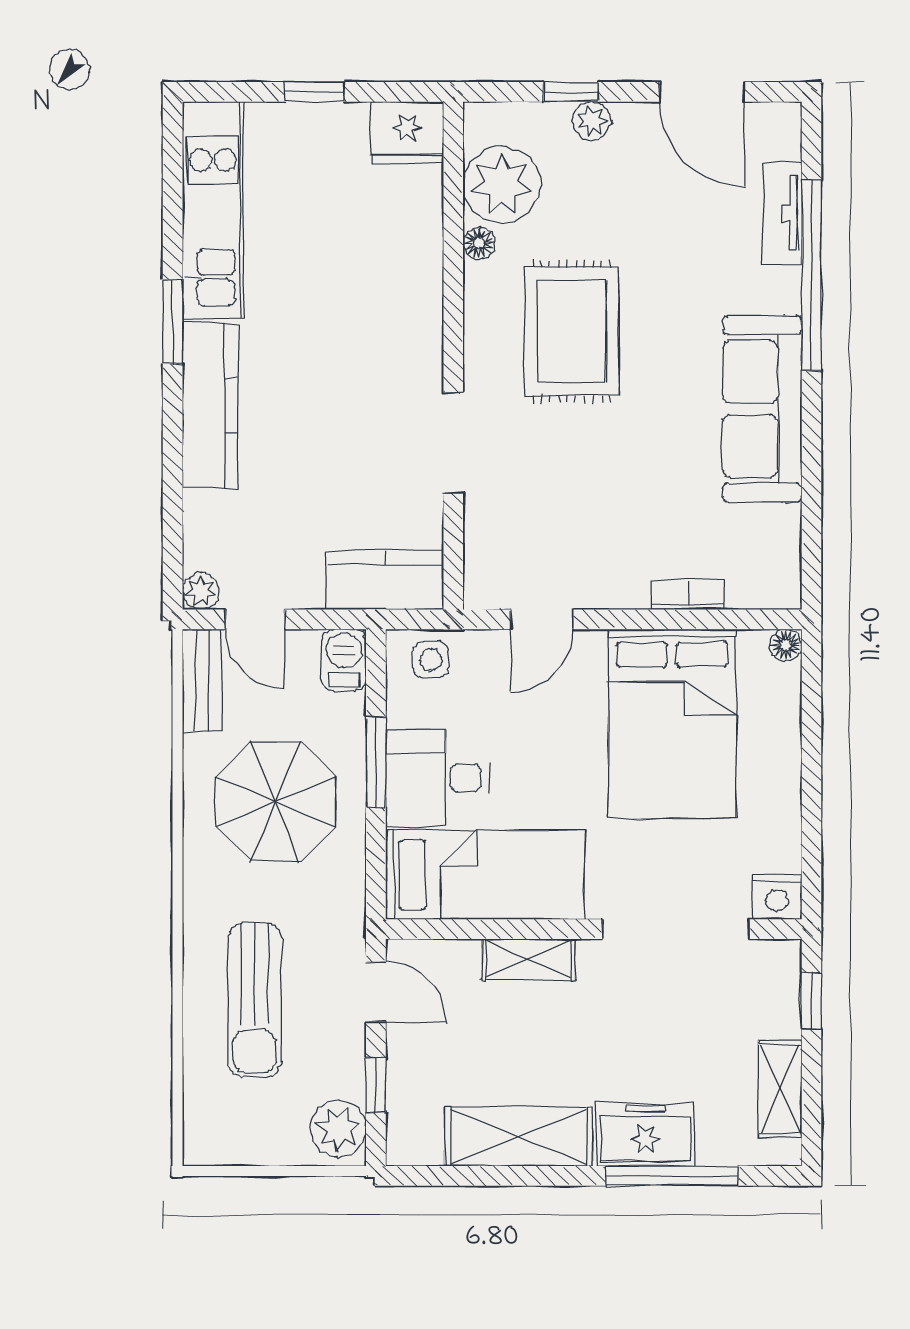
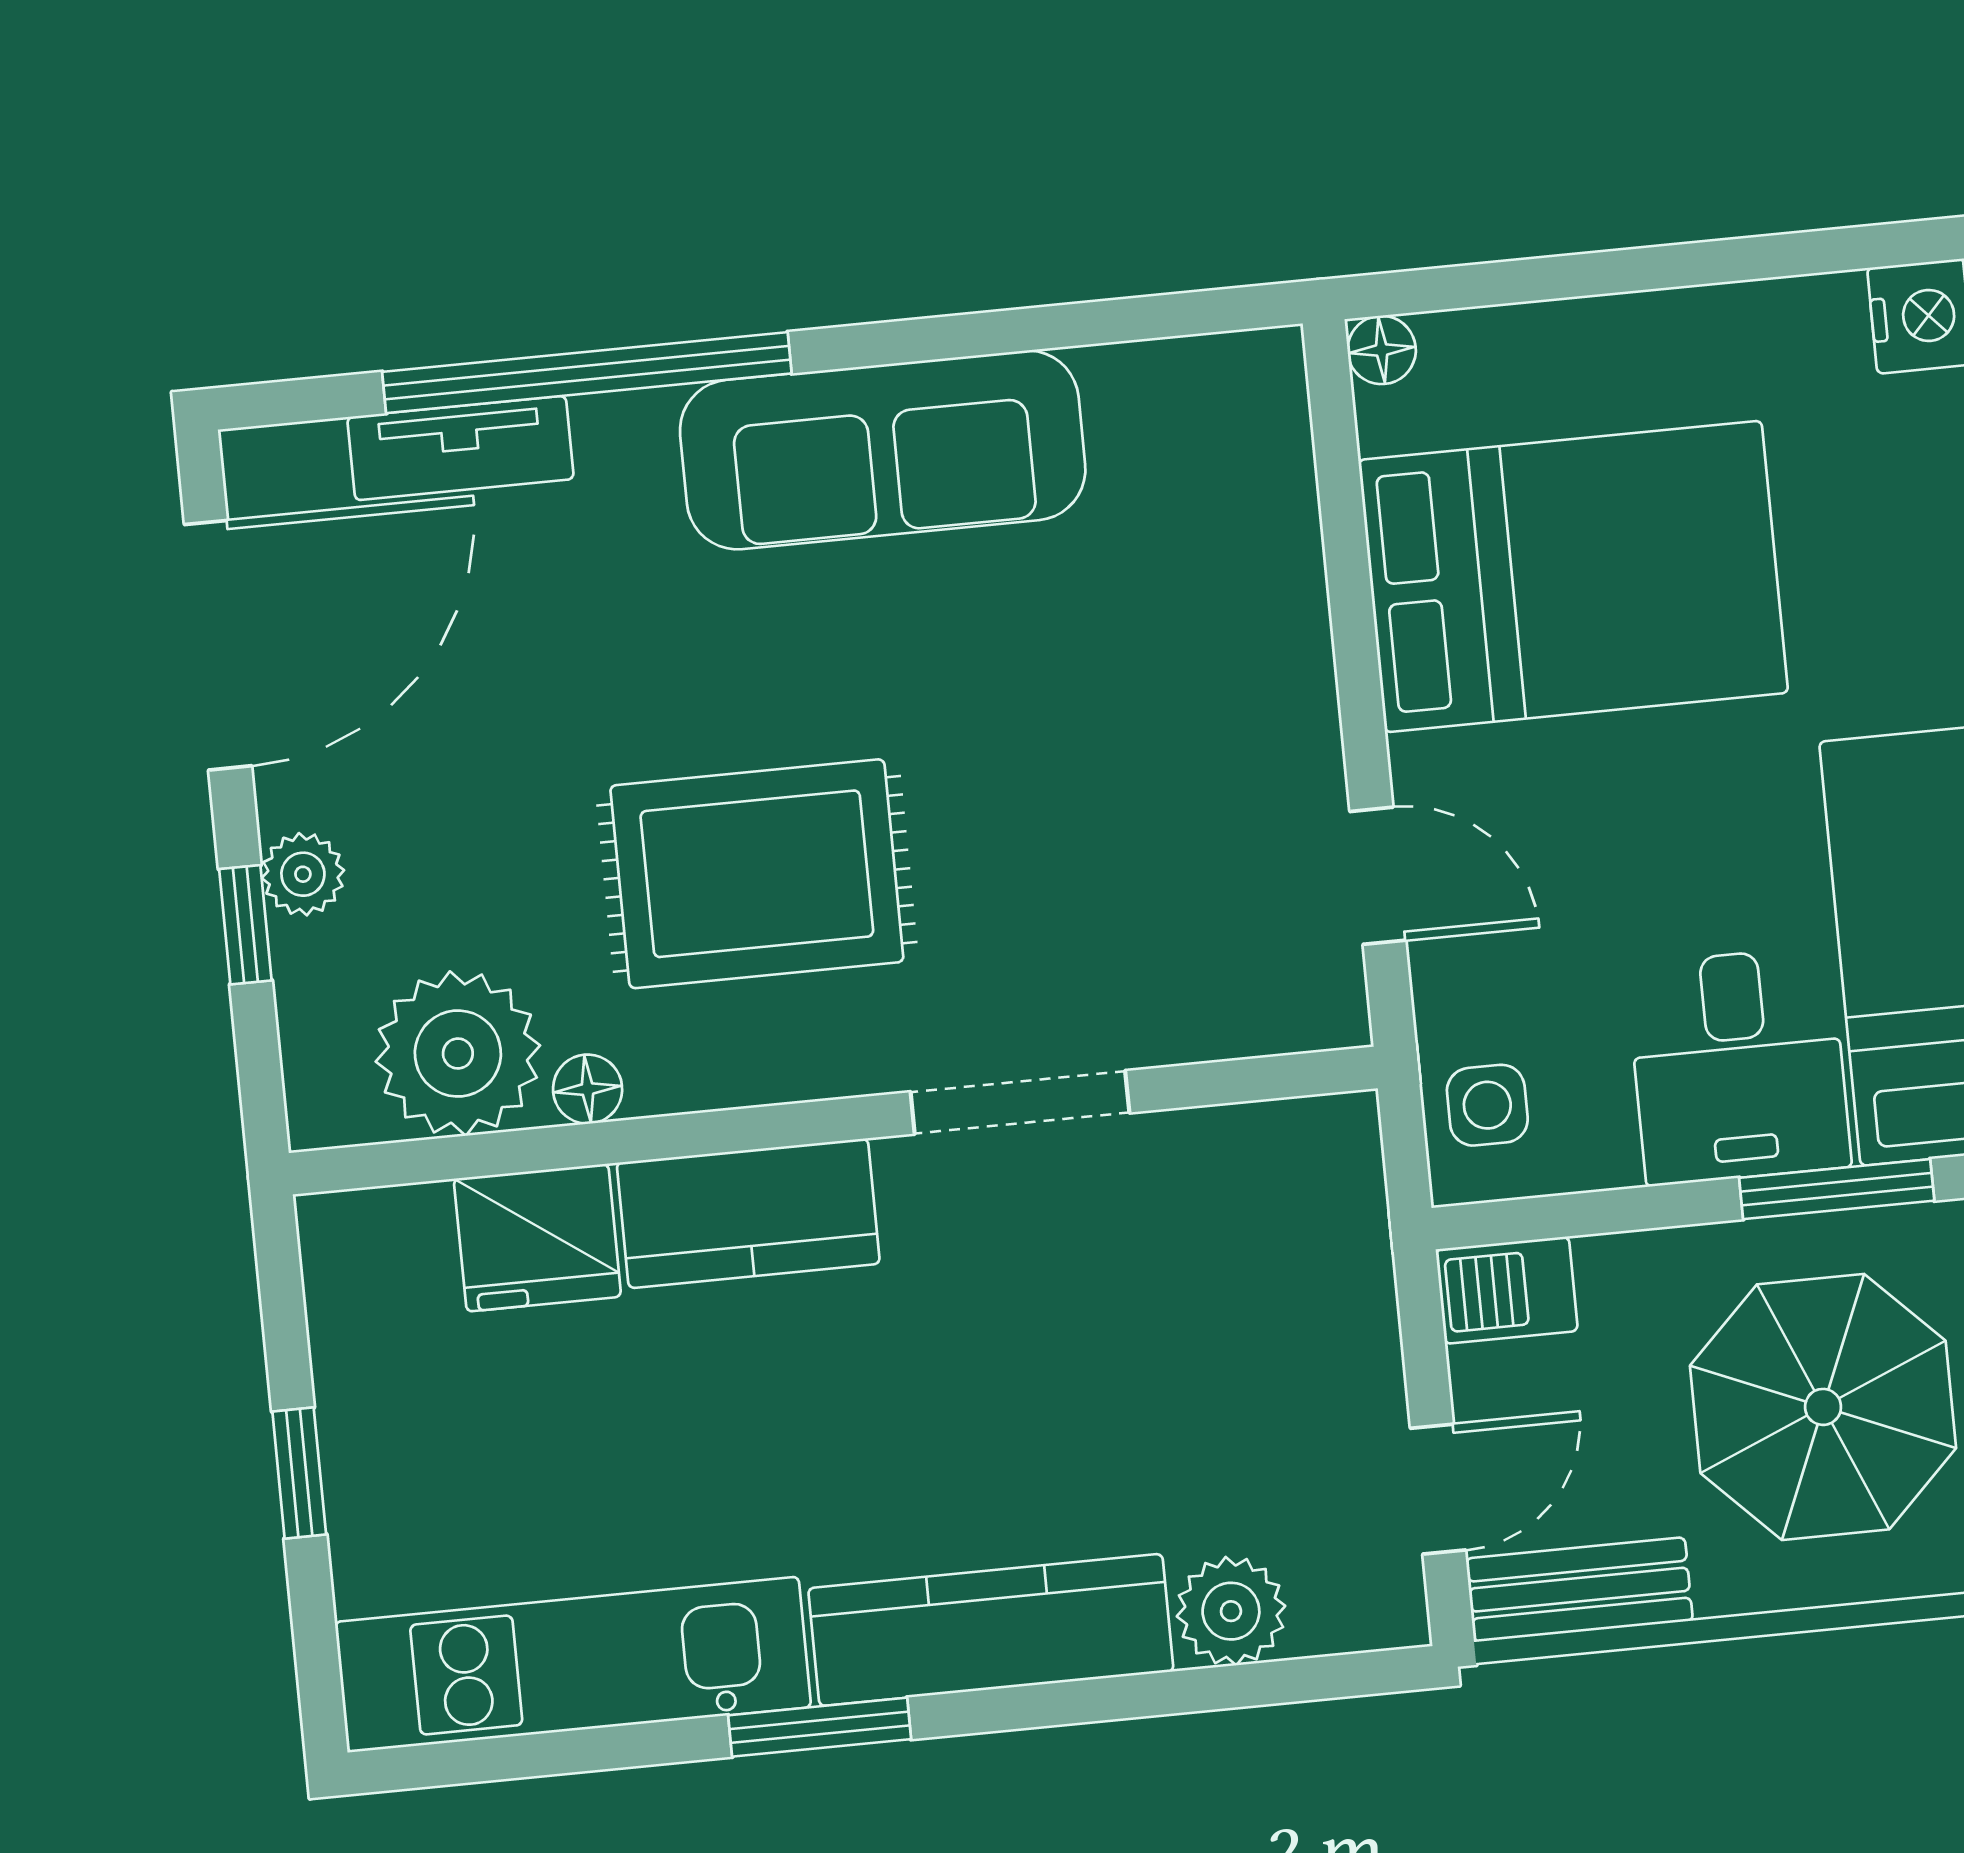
door: (702, 92) -> (218, 645), width x1.36
fridge: (407, 133) -> (537, 1238), moved, turned 90
kitchen counter: (385, 580) -> (748, 1213), moved, turned -90
plant: (201, 591) -> (1231, 1611), moved, width x1.38, depth x1.38
bookcase: (688, 595) -> (1296, 570), removed
window: (376, 762) -> (1837, 1189), moved

